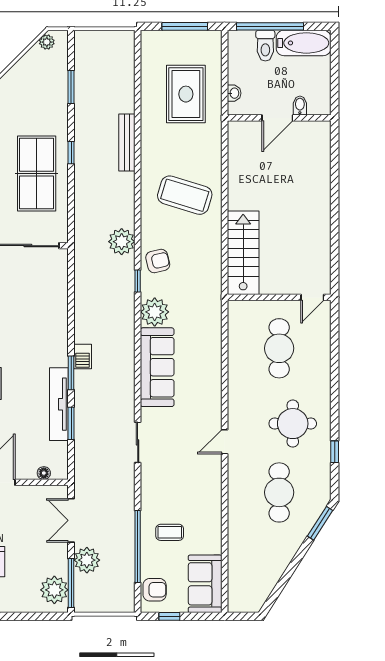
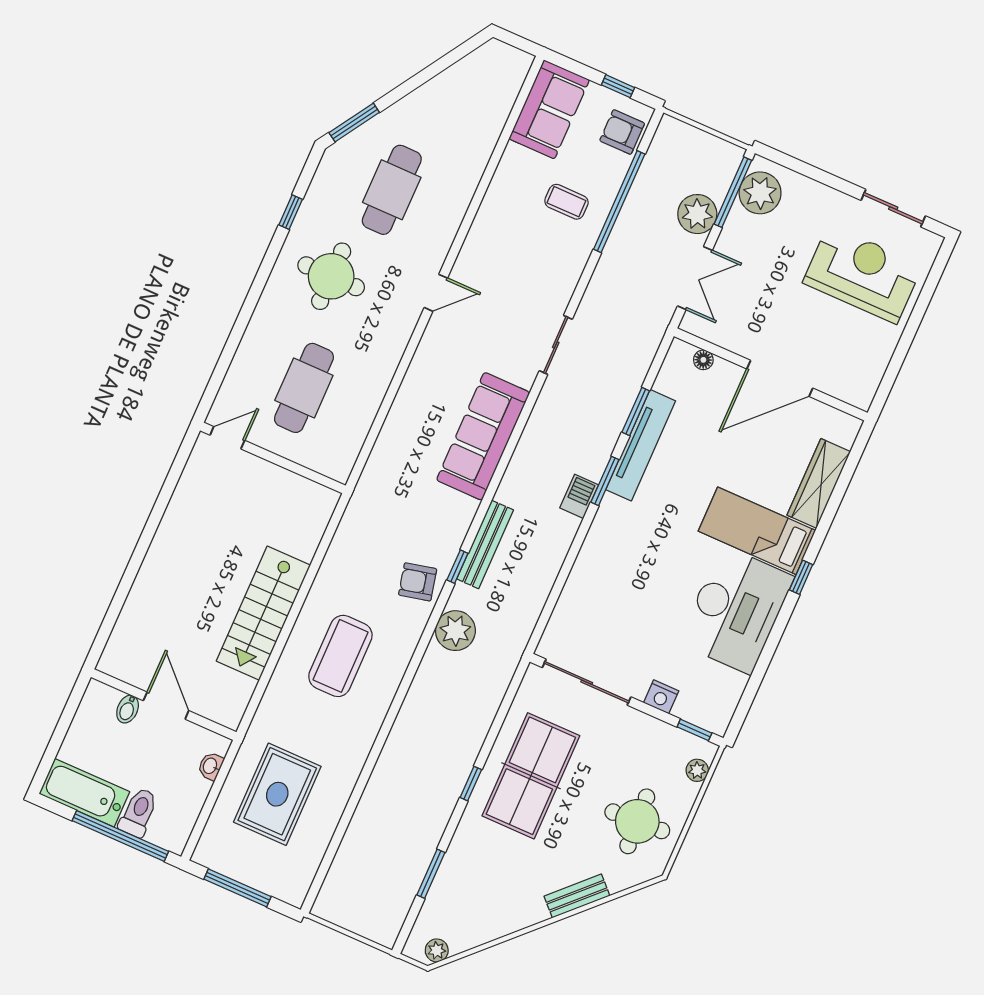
door: (277, 118) -> (166, 706), hinge flipped
bench: (127, 143) -> (485, 544), moved
coffee table: (185, 195) -> (340, 656), turned 73
stairs: (243, 253) -> (263, 613), moved
plant: (155, 312) -> (453, 514), removed

